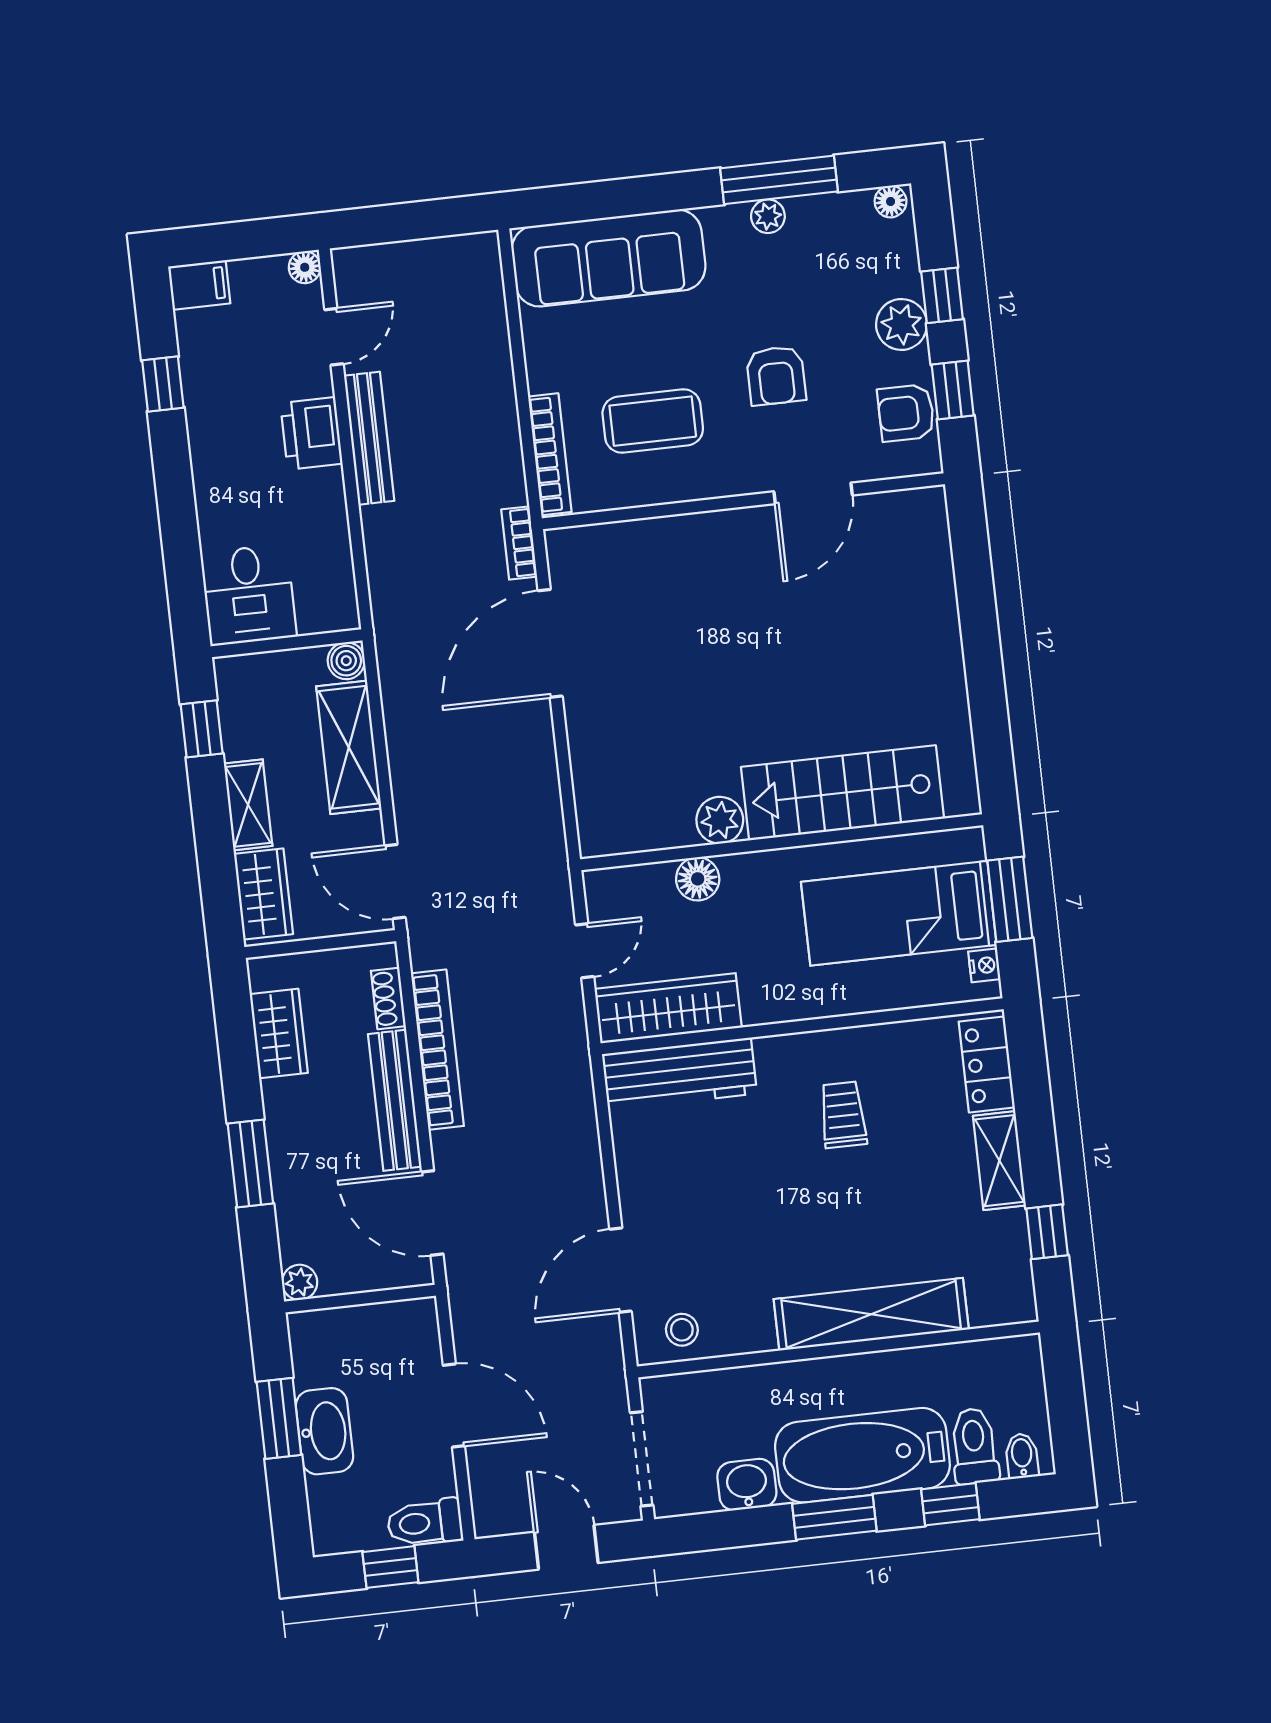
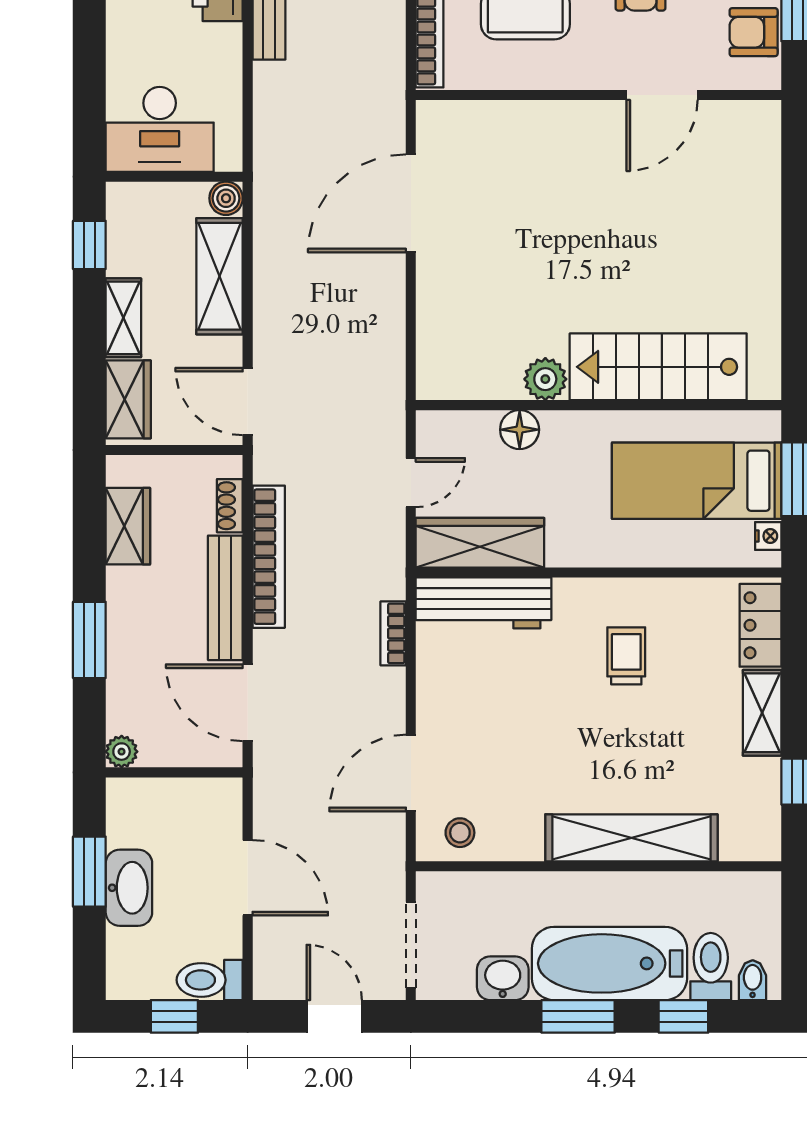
bookcase: (519, 543) -> (393, 633), moved
desk: (249, 595) -> (160, 129), width x1.37

